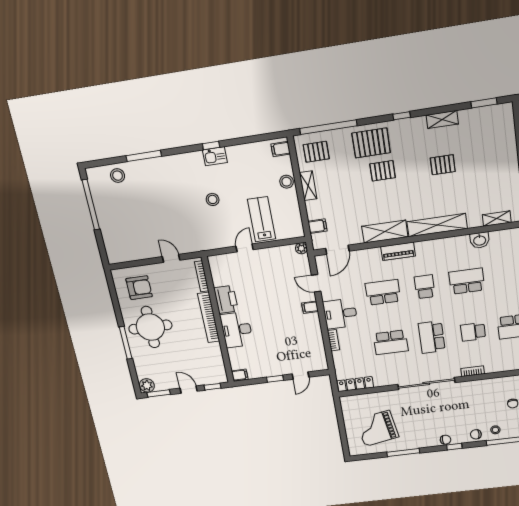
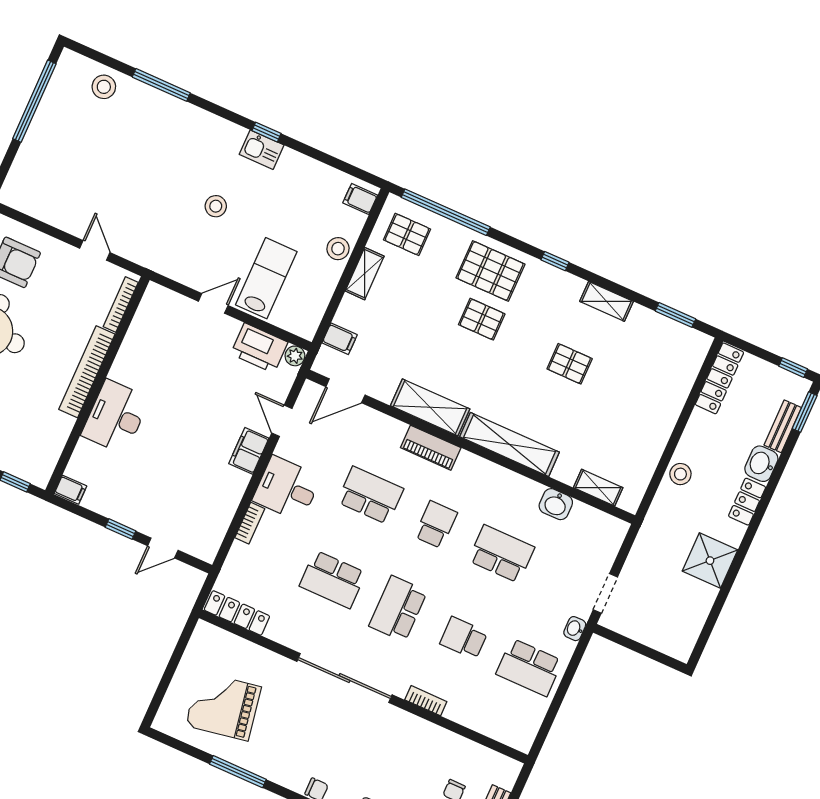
printer: (226, 299) -> (259, 348), moved, turned 90
filing cabinet: (310, 307) -> (249, 451), width x2.00

